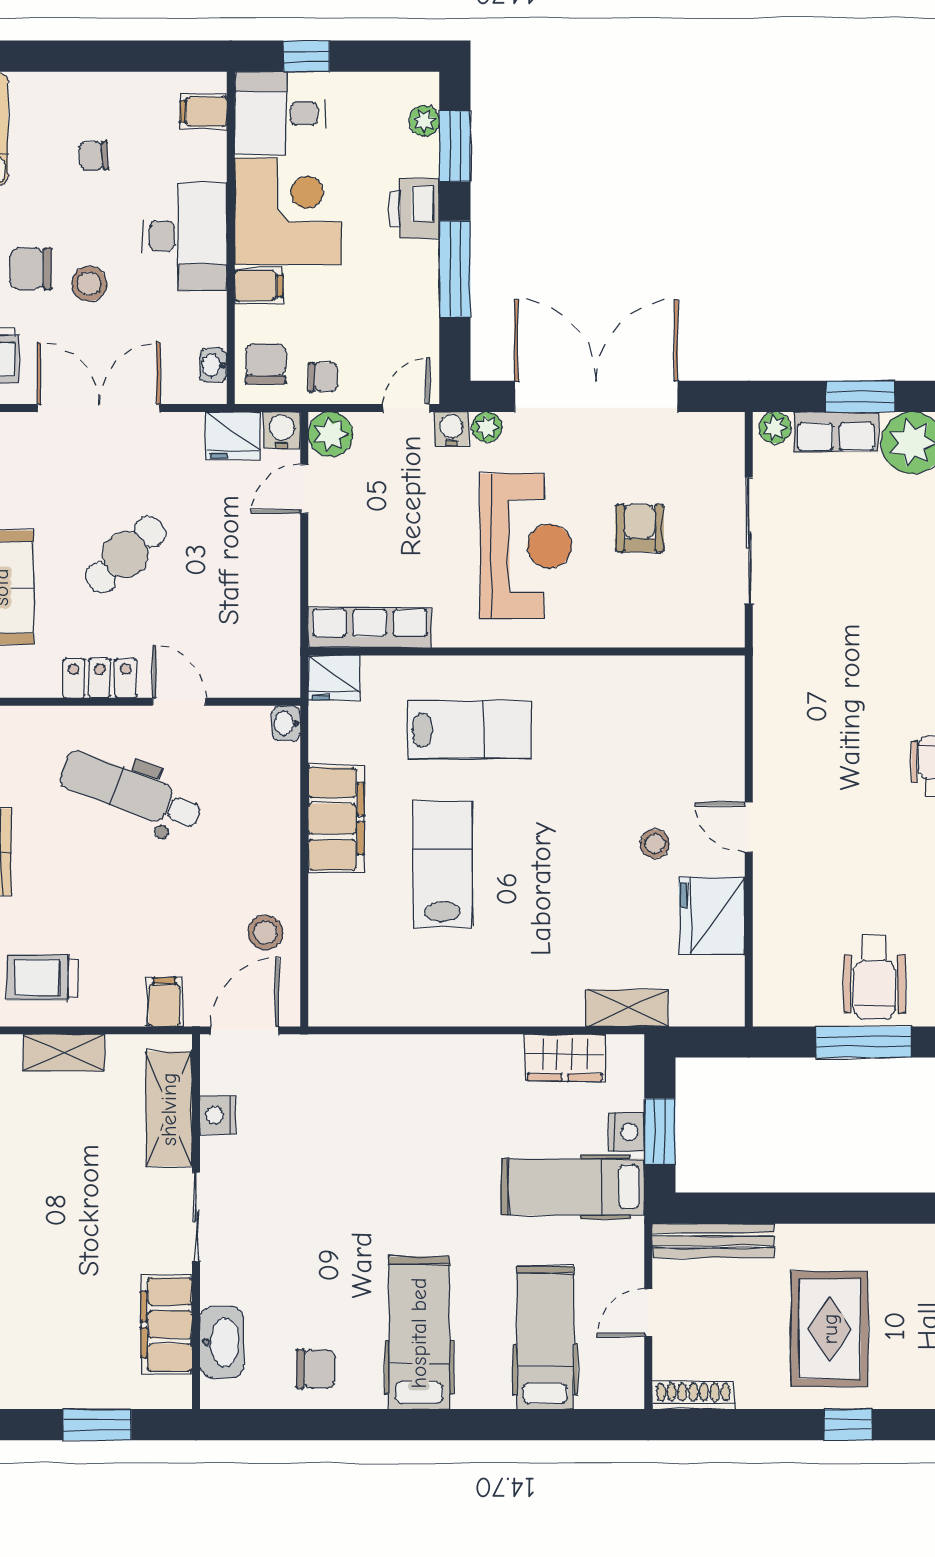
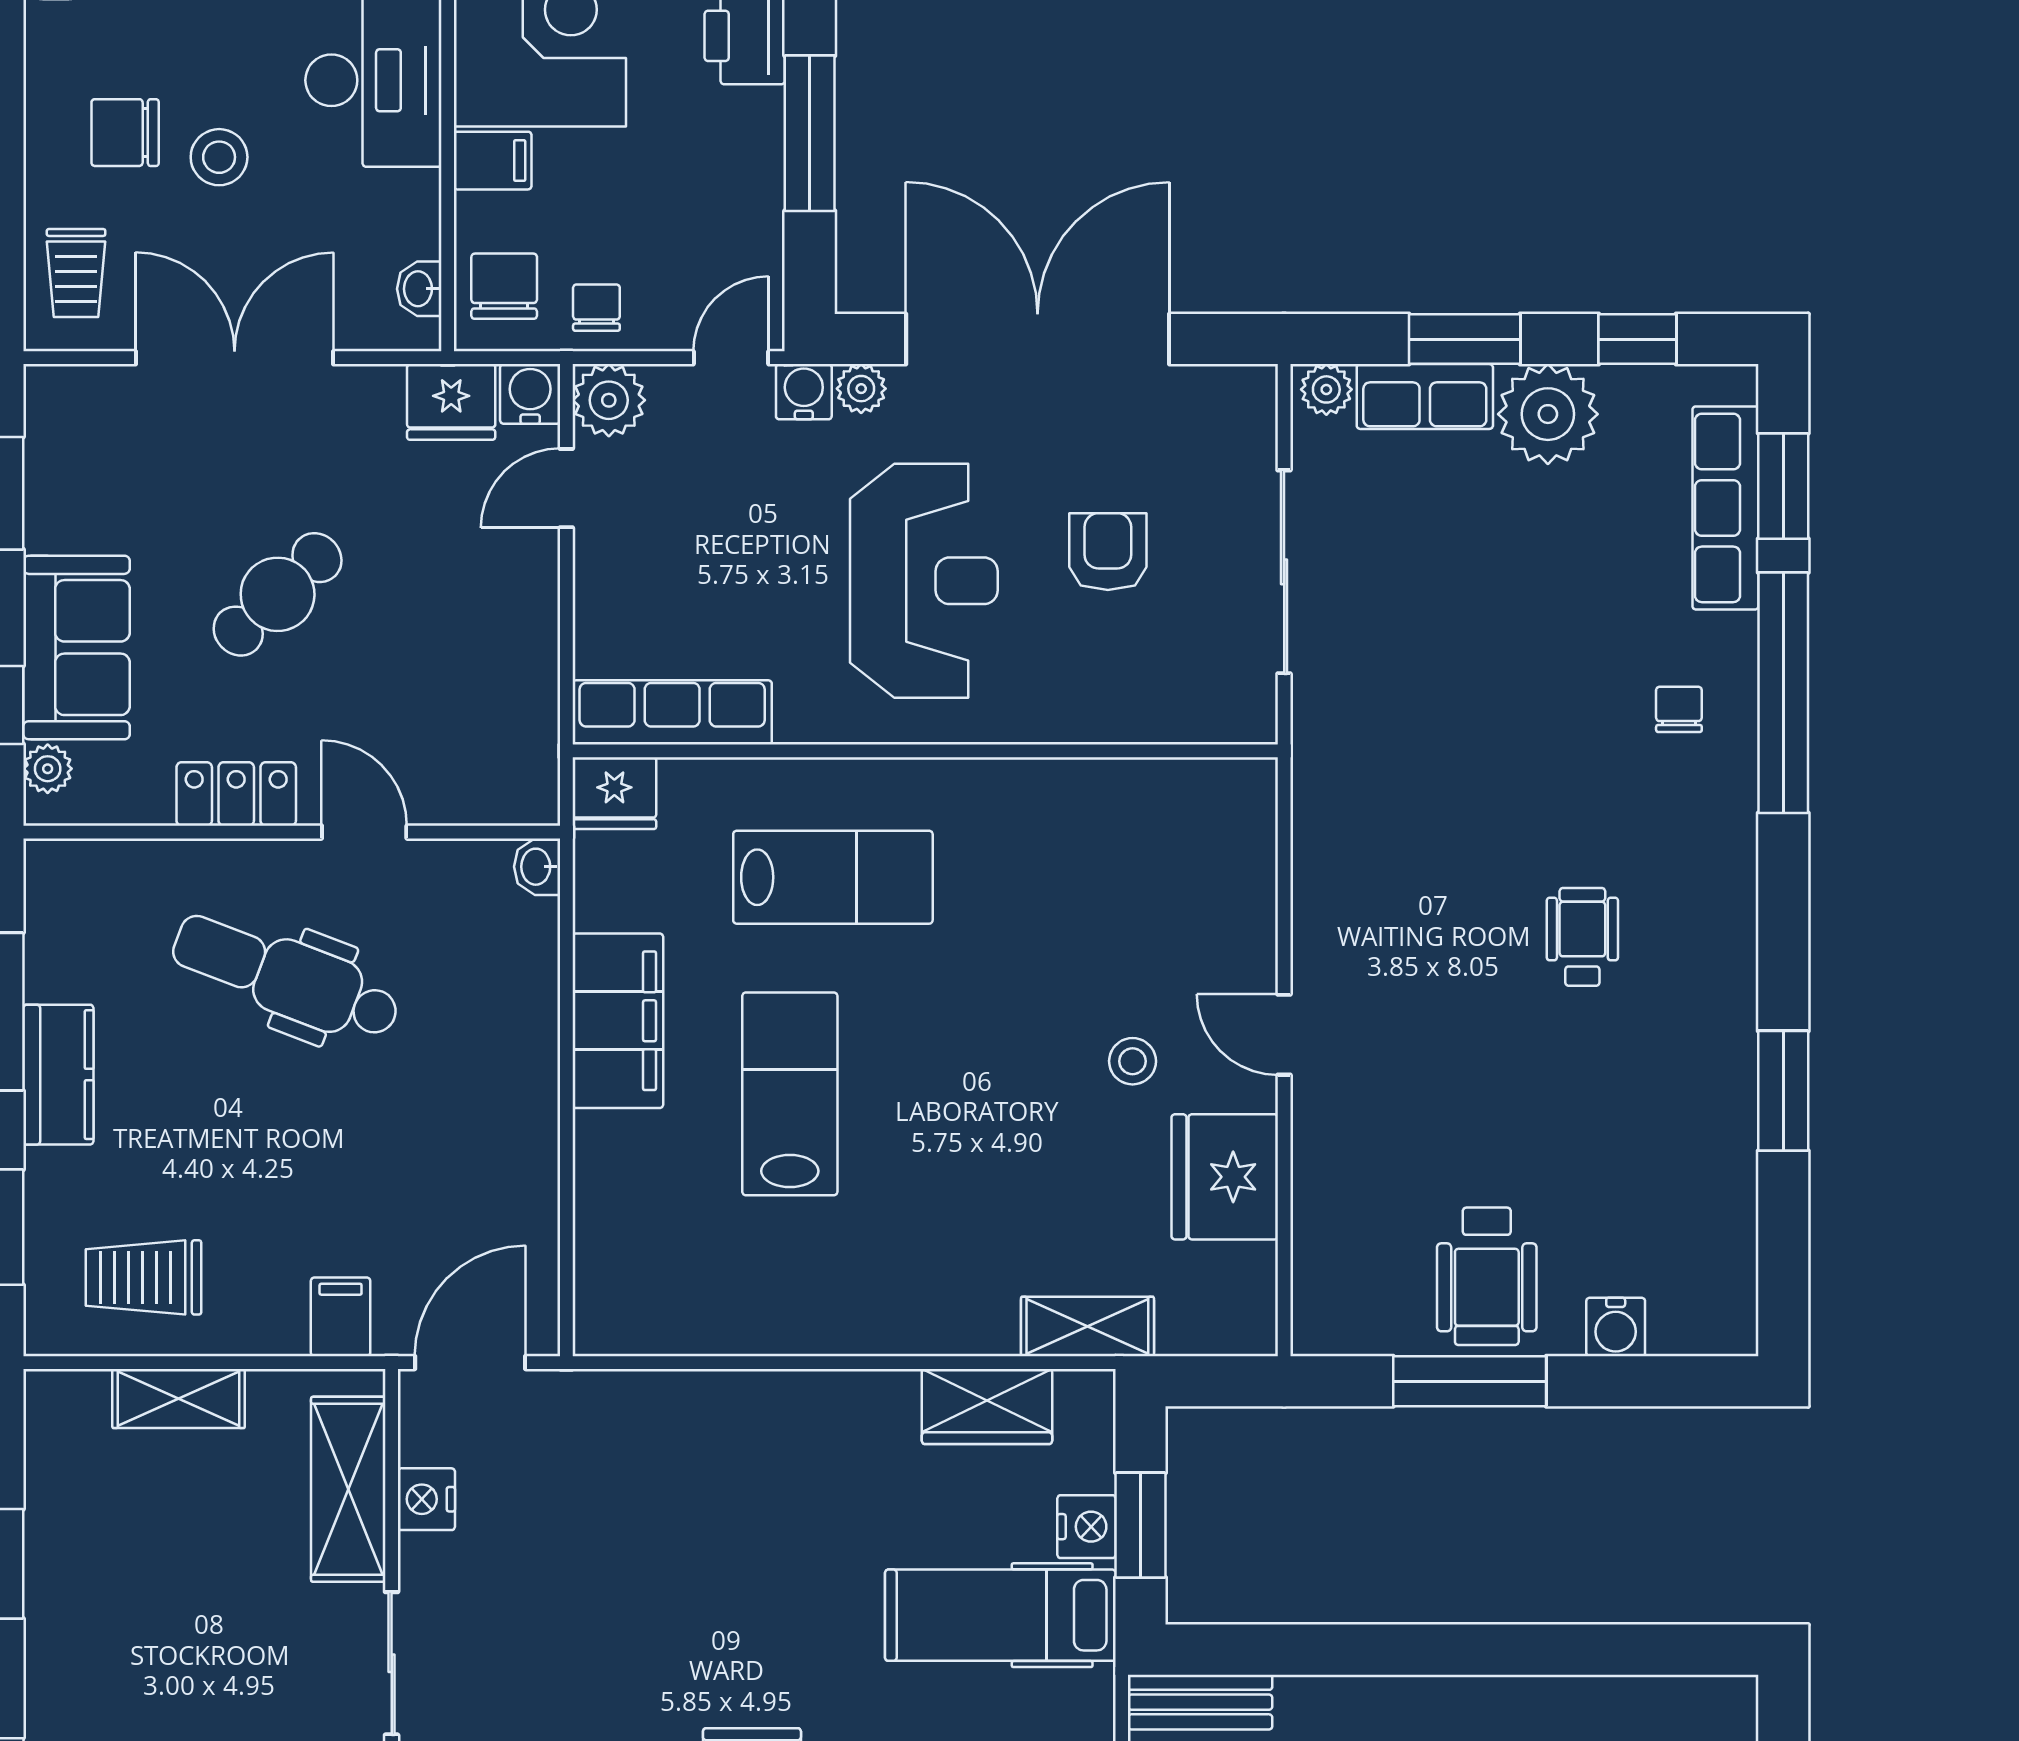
chair: (323, 377) -> (596, 308), turned -90
stool: (265, 932) -> (504, 1204), removed
bench: (713, 1241) -> (1200, 1702), width x0.73

